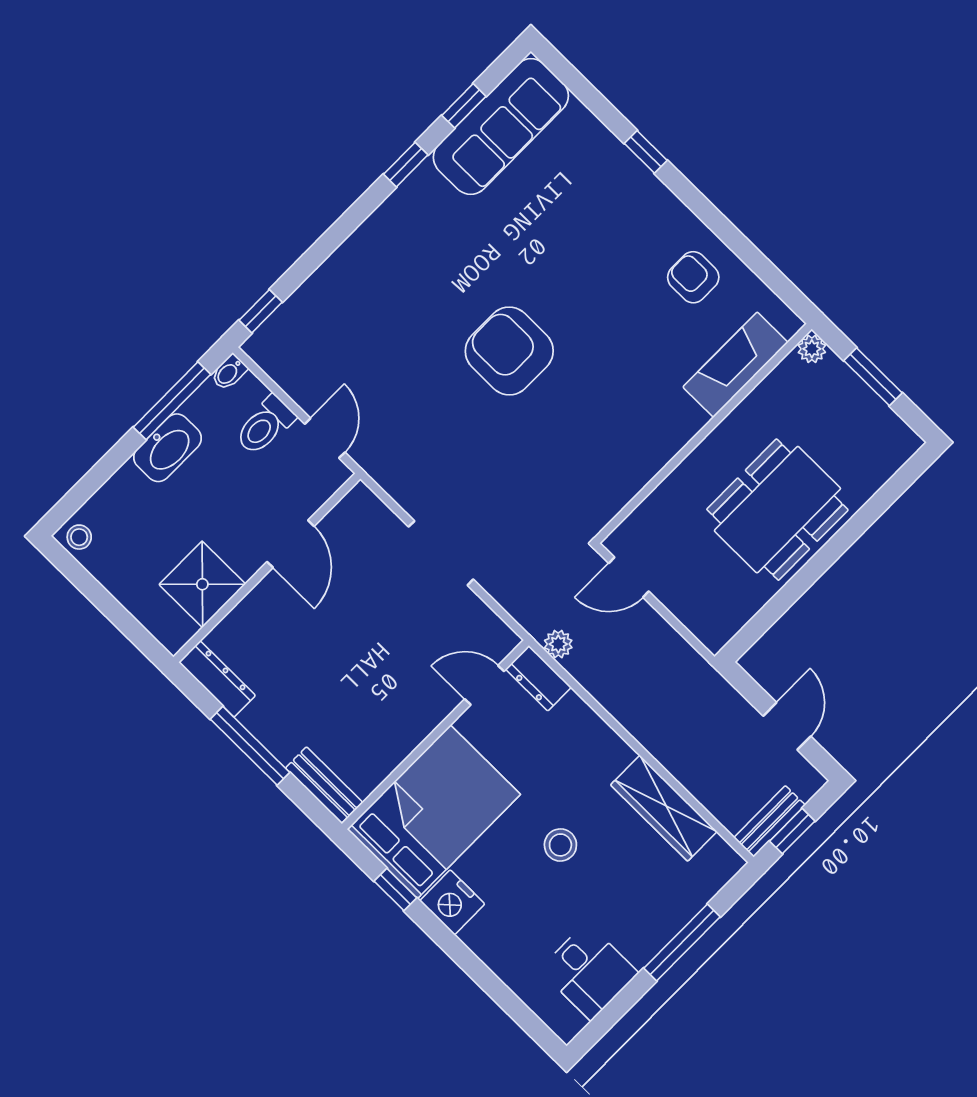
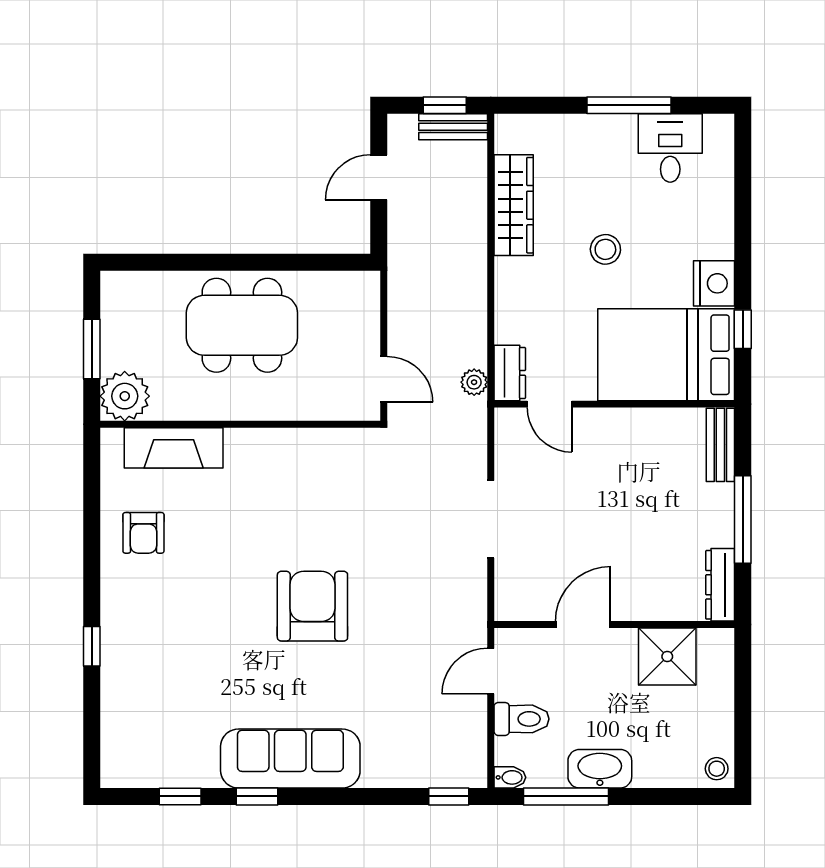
sofa: (501, 127) -> (290, 759), moved
plant: (812, 349) -> (125, 396), width x1.88, depth x1.88
armchair: (509, 351) -> (312, 606), turned 180
window: (682, 942) -> (629, 105), moved

